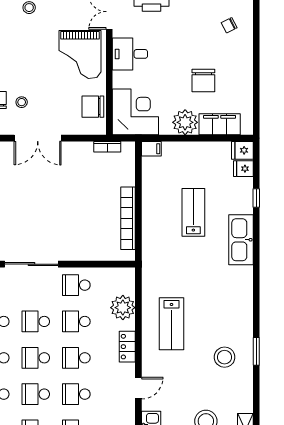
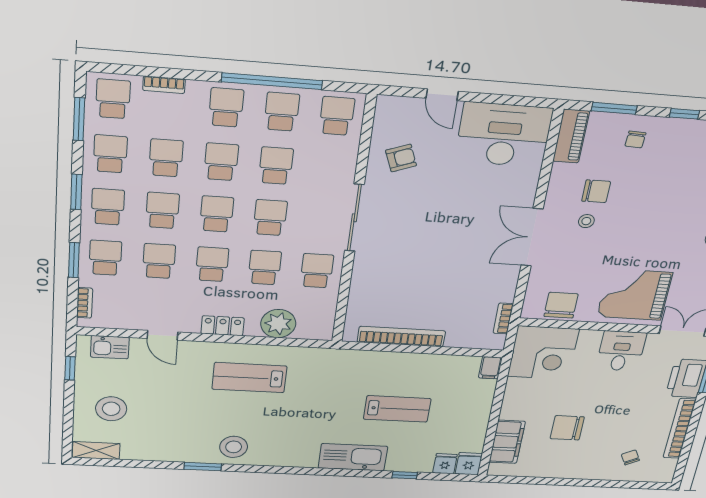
plant: (185, 122) -> (518, 406), removed
stool: (225, 357) -> (234, 447), moved

